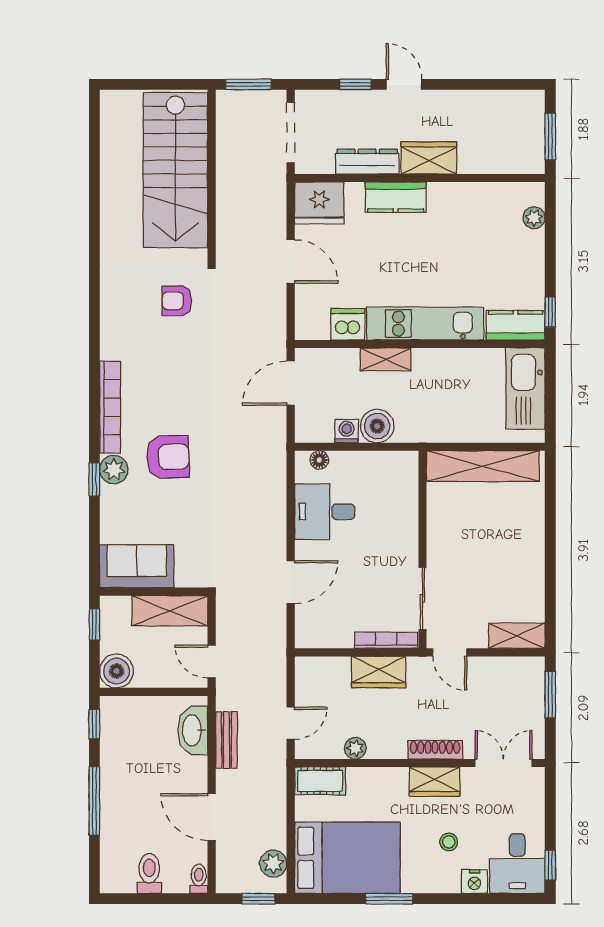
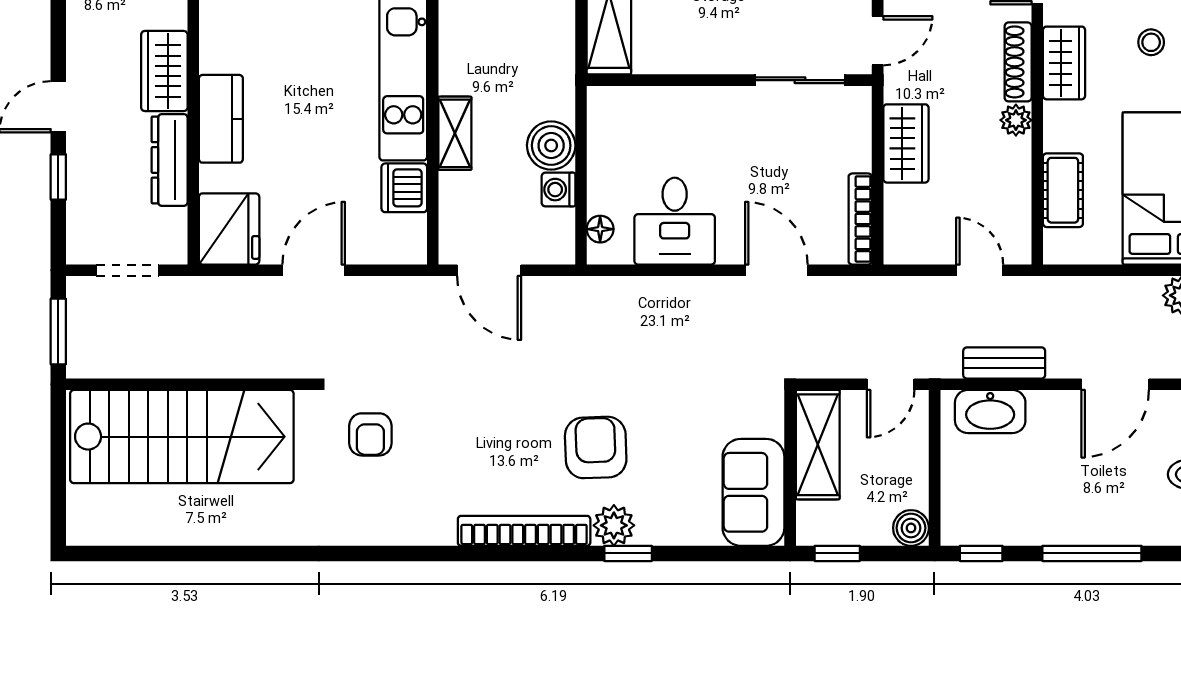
doorway: (291, 133) -> (128, 270), width x0.73
bookcase: (386, 640) -> (860, 219), moved
boiler: (117, 671) -> (911, 528), width x0.73, depth x0.73
plant: (355, 748) -> (1016, 120), moved
cot: (320, 781) -> (1063, 190), moved

